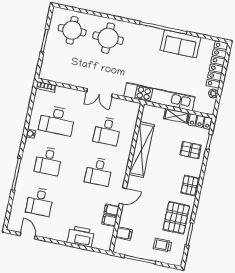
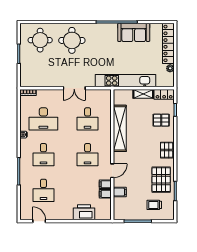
filing cabinet: (124, 234) -> (120, 192), moved

